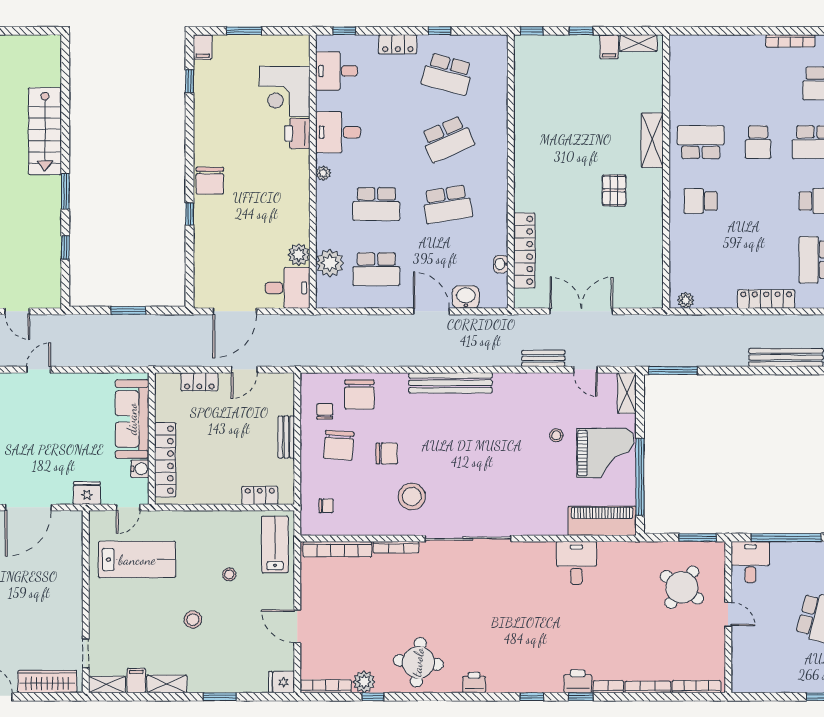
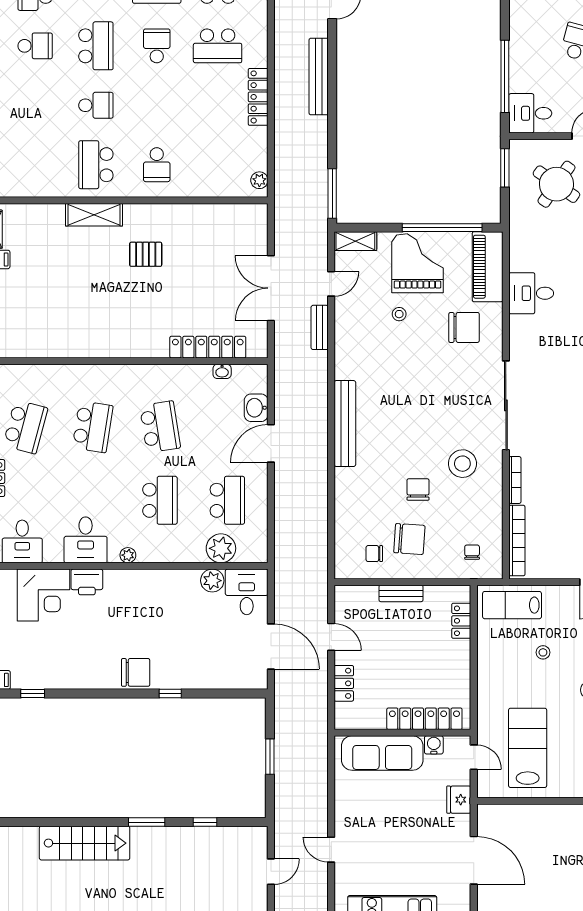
school desk: (447, 139) -> (93, 427), turned 33
chair: (359, 394) -> (464, 327), moved

